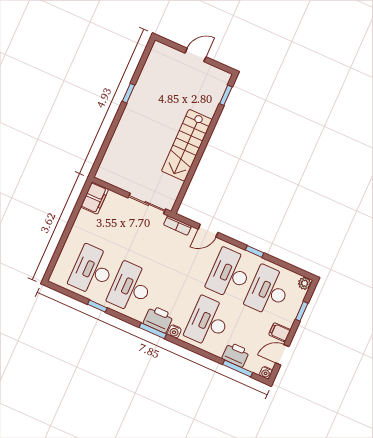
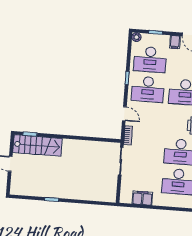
stairs: (187, 145) -> (37, 145), moved
filing cabinet: (95, 198) -> (142, 198), moved

